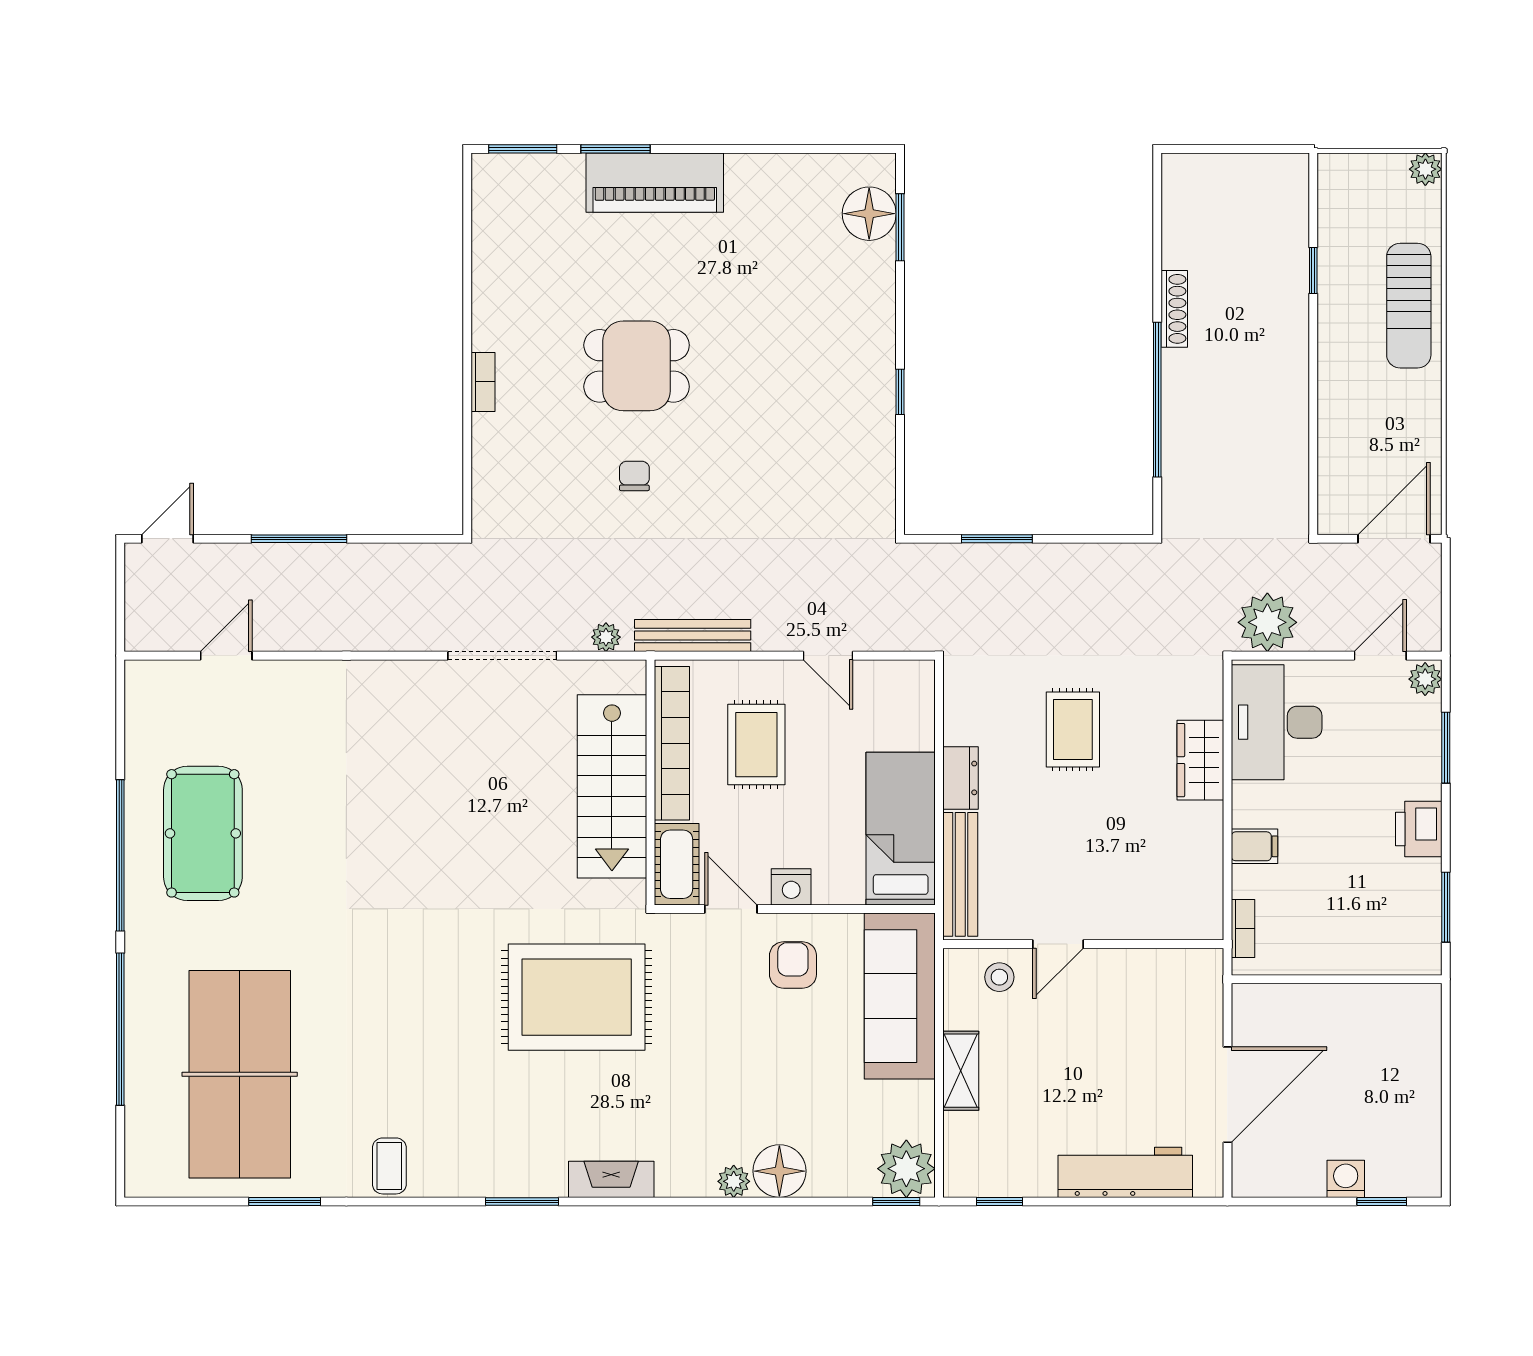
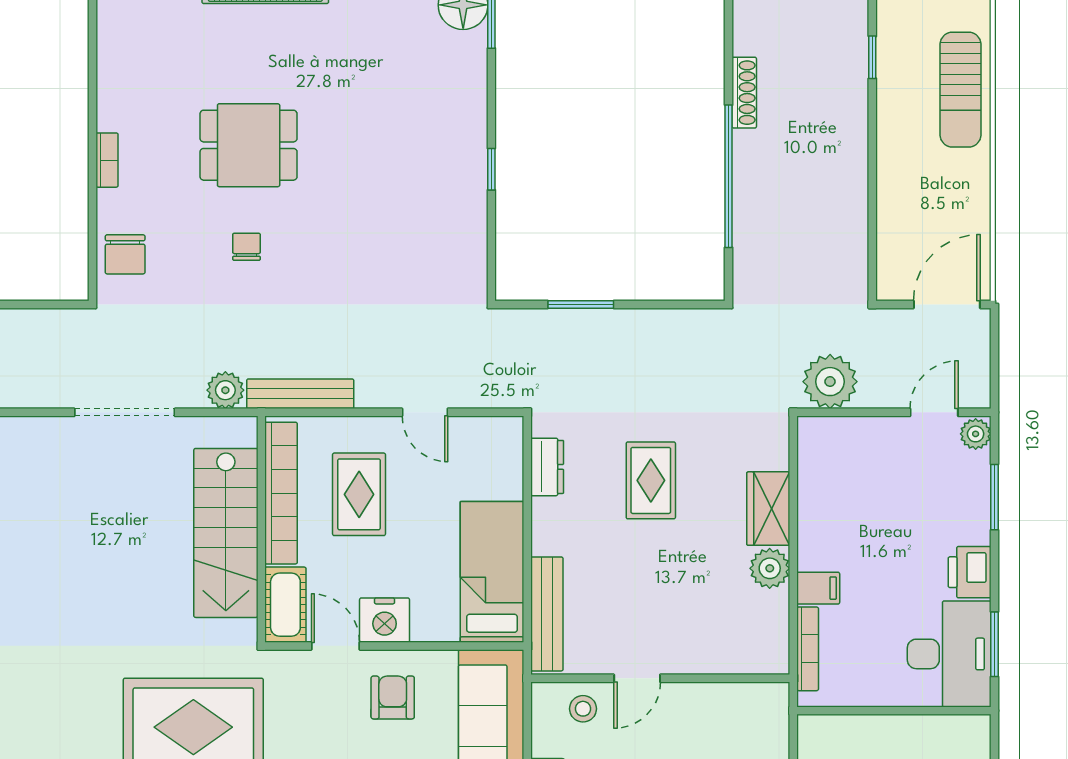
chair: (503, 484) -> (125, 254), added
plant: (606, 637) -> (225, 390), width x1.38, depth x1.38
desk: (1277, 722) -> (949, 654), moved, turned 180
dresser: (960, 778) -> (547, 467), moved
plant: (1202, 825) -> (770, 568), added
nightstand: (791, 887) -> (385, 620), width x1.36, depth x1.33
bookcase: (1243, 929) -> (808, 649), width x1.56

